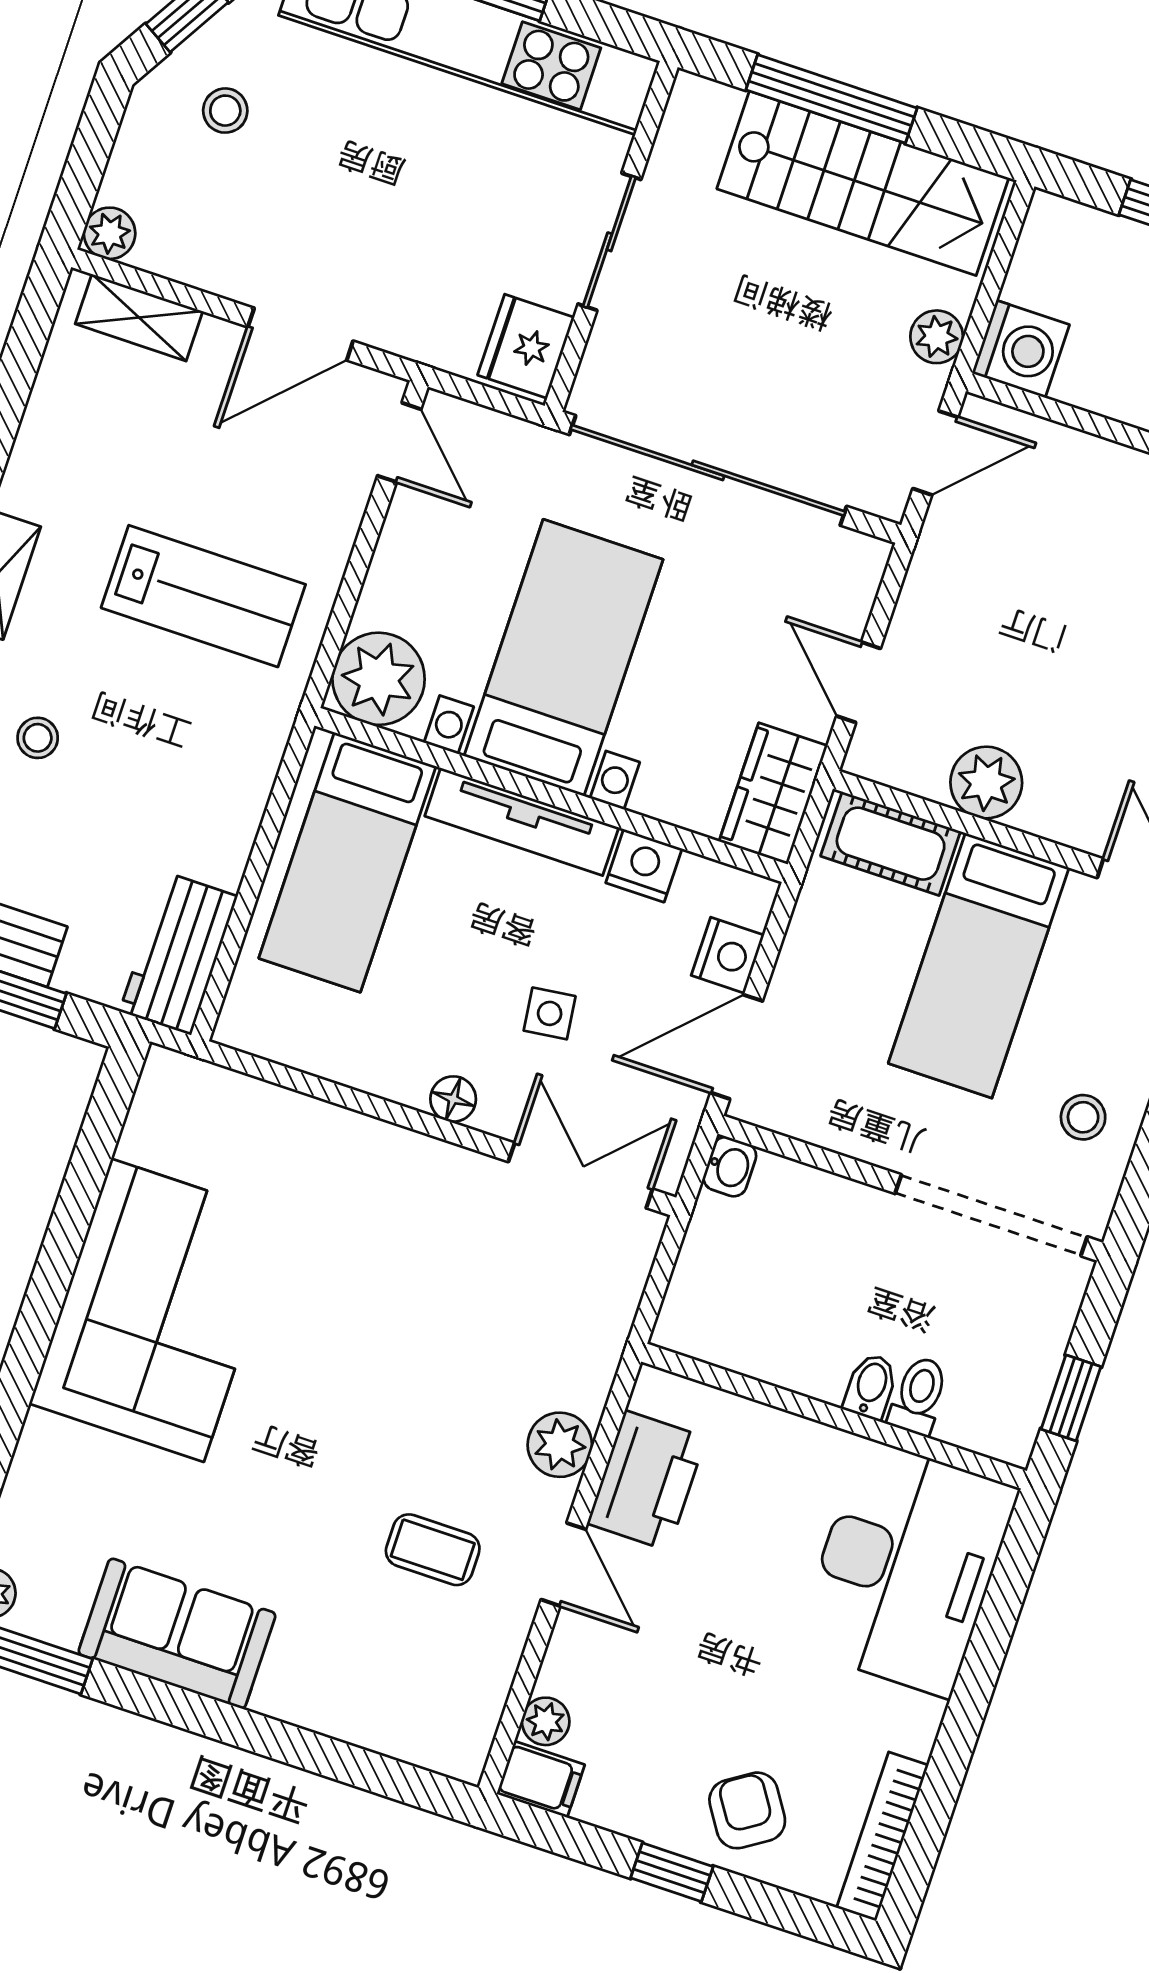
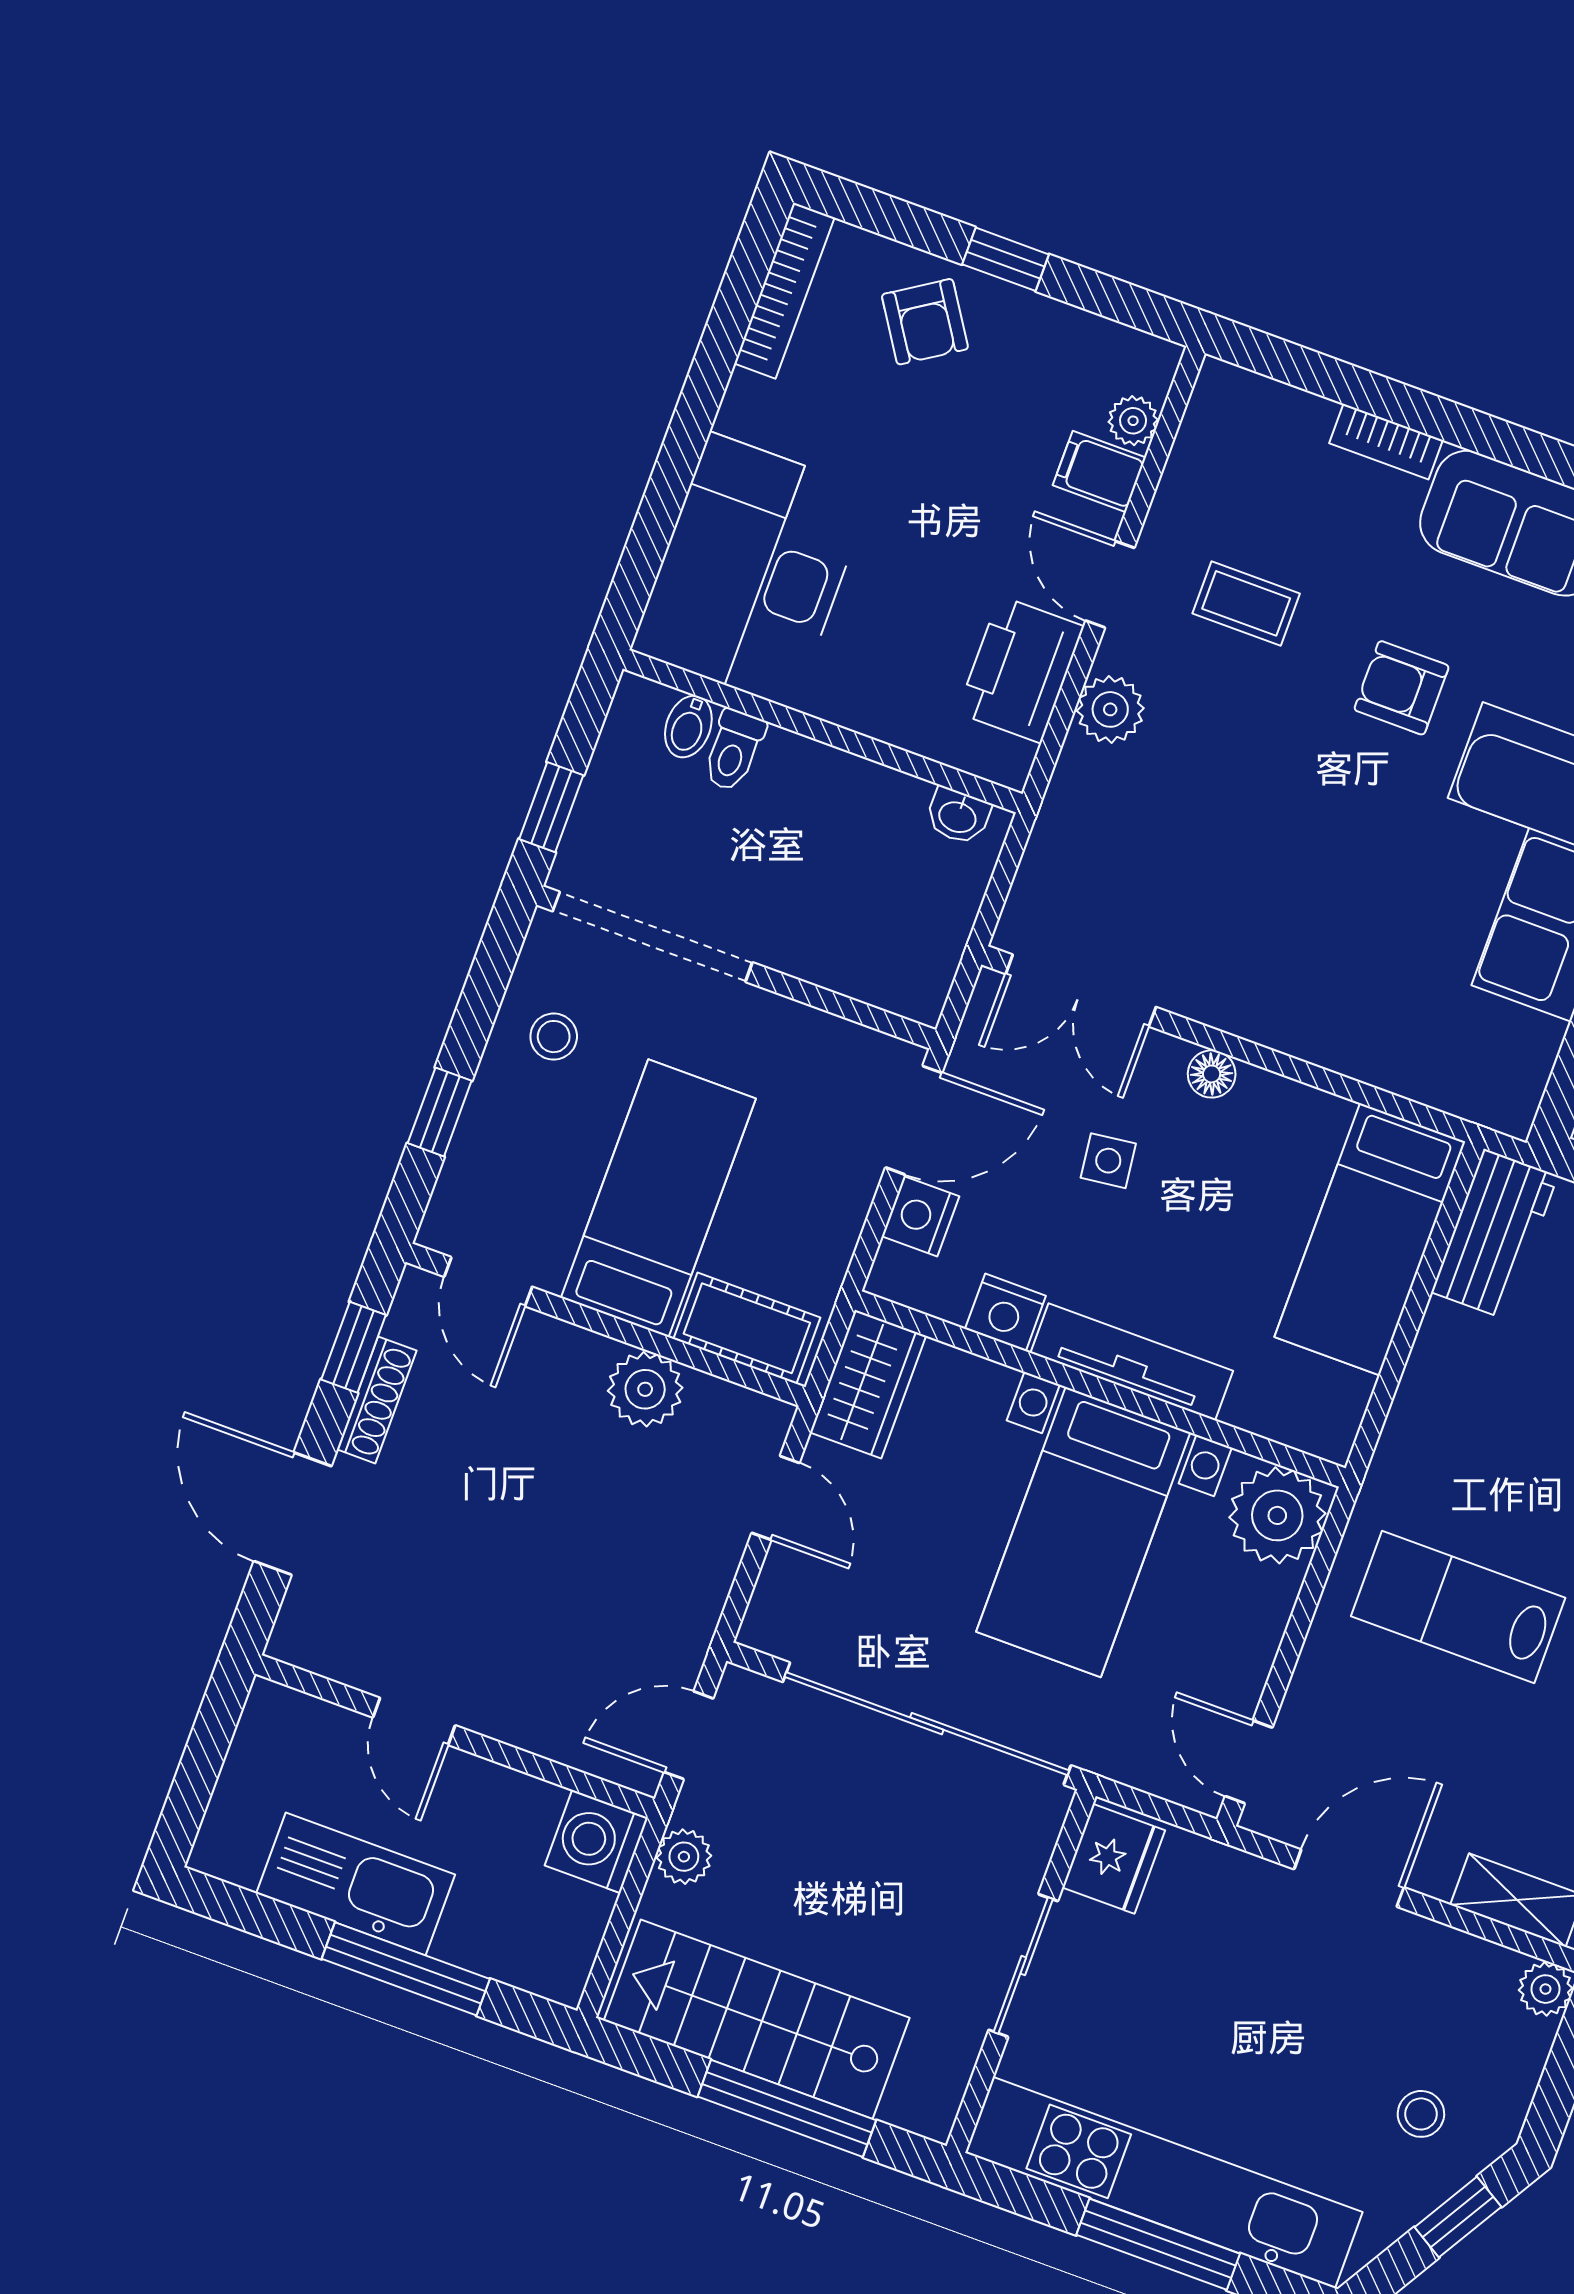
bed: (347, 862) -> (1370, 1239), moved, turned 180
washbasin: (730, 1167) -> (958, 816), moved, turned -90
bidet: (871, 1386) -> (688, 726), moved
window: (1071, 1398) -> (551, 807), moved
armchair: (282, 1473) -> (1402, 688), added
bookcase: (303, 1708) -> (1386, 442), added
filing cabinet: (541, 1779) -> (1099, 471), moved

